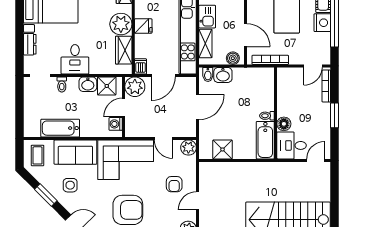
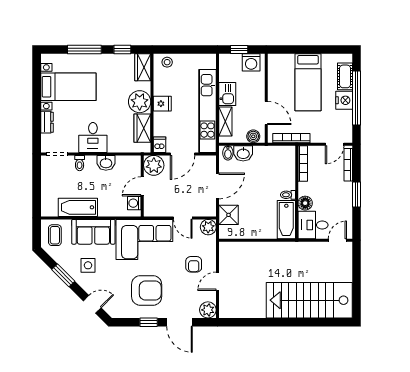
bookcase: (281, 85) -> (303, 164), added
shower: (107, 86) -> (125, 165), removed
shower: (223, 149) -> (229, 215), moved

